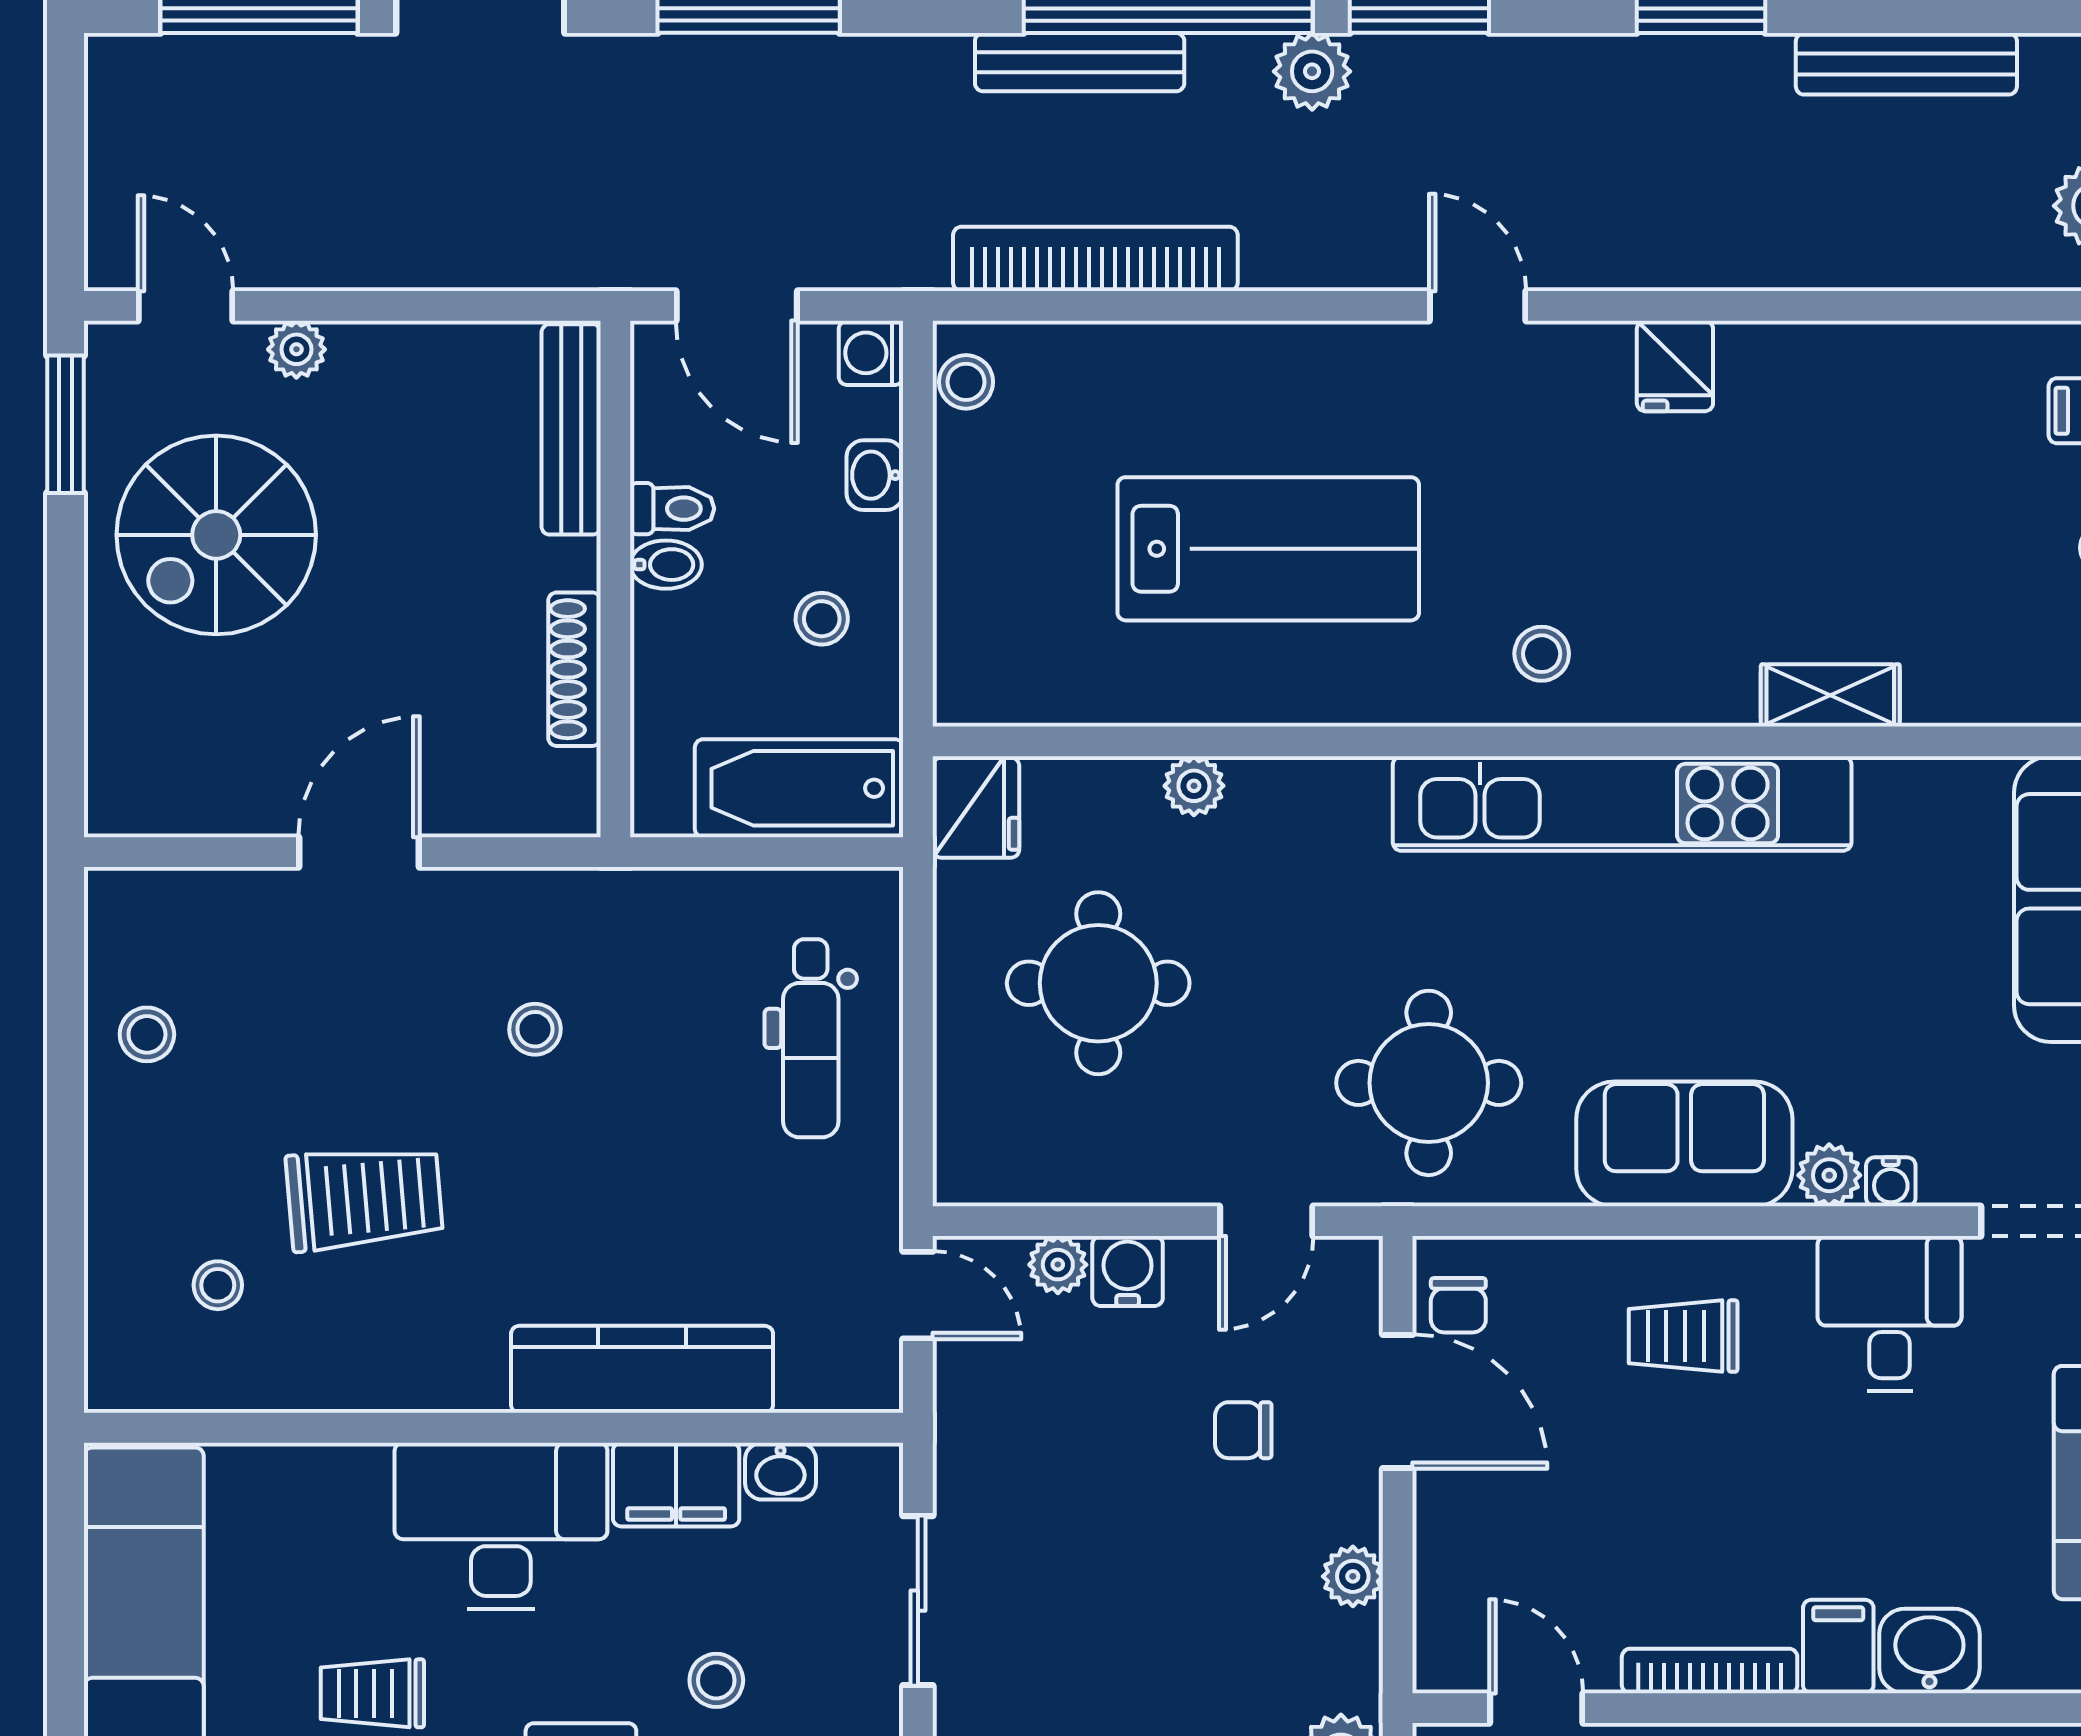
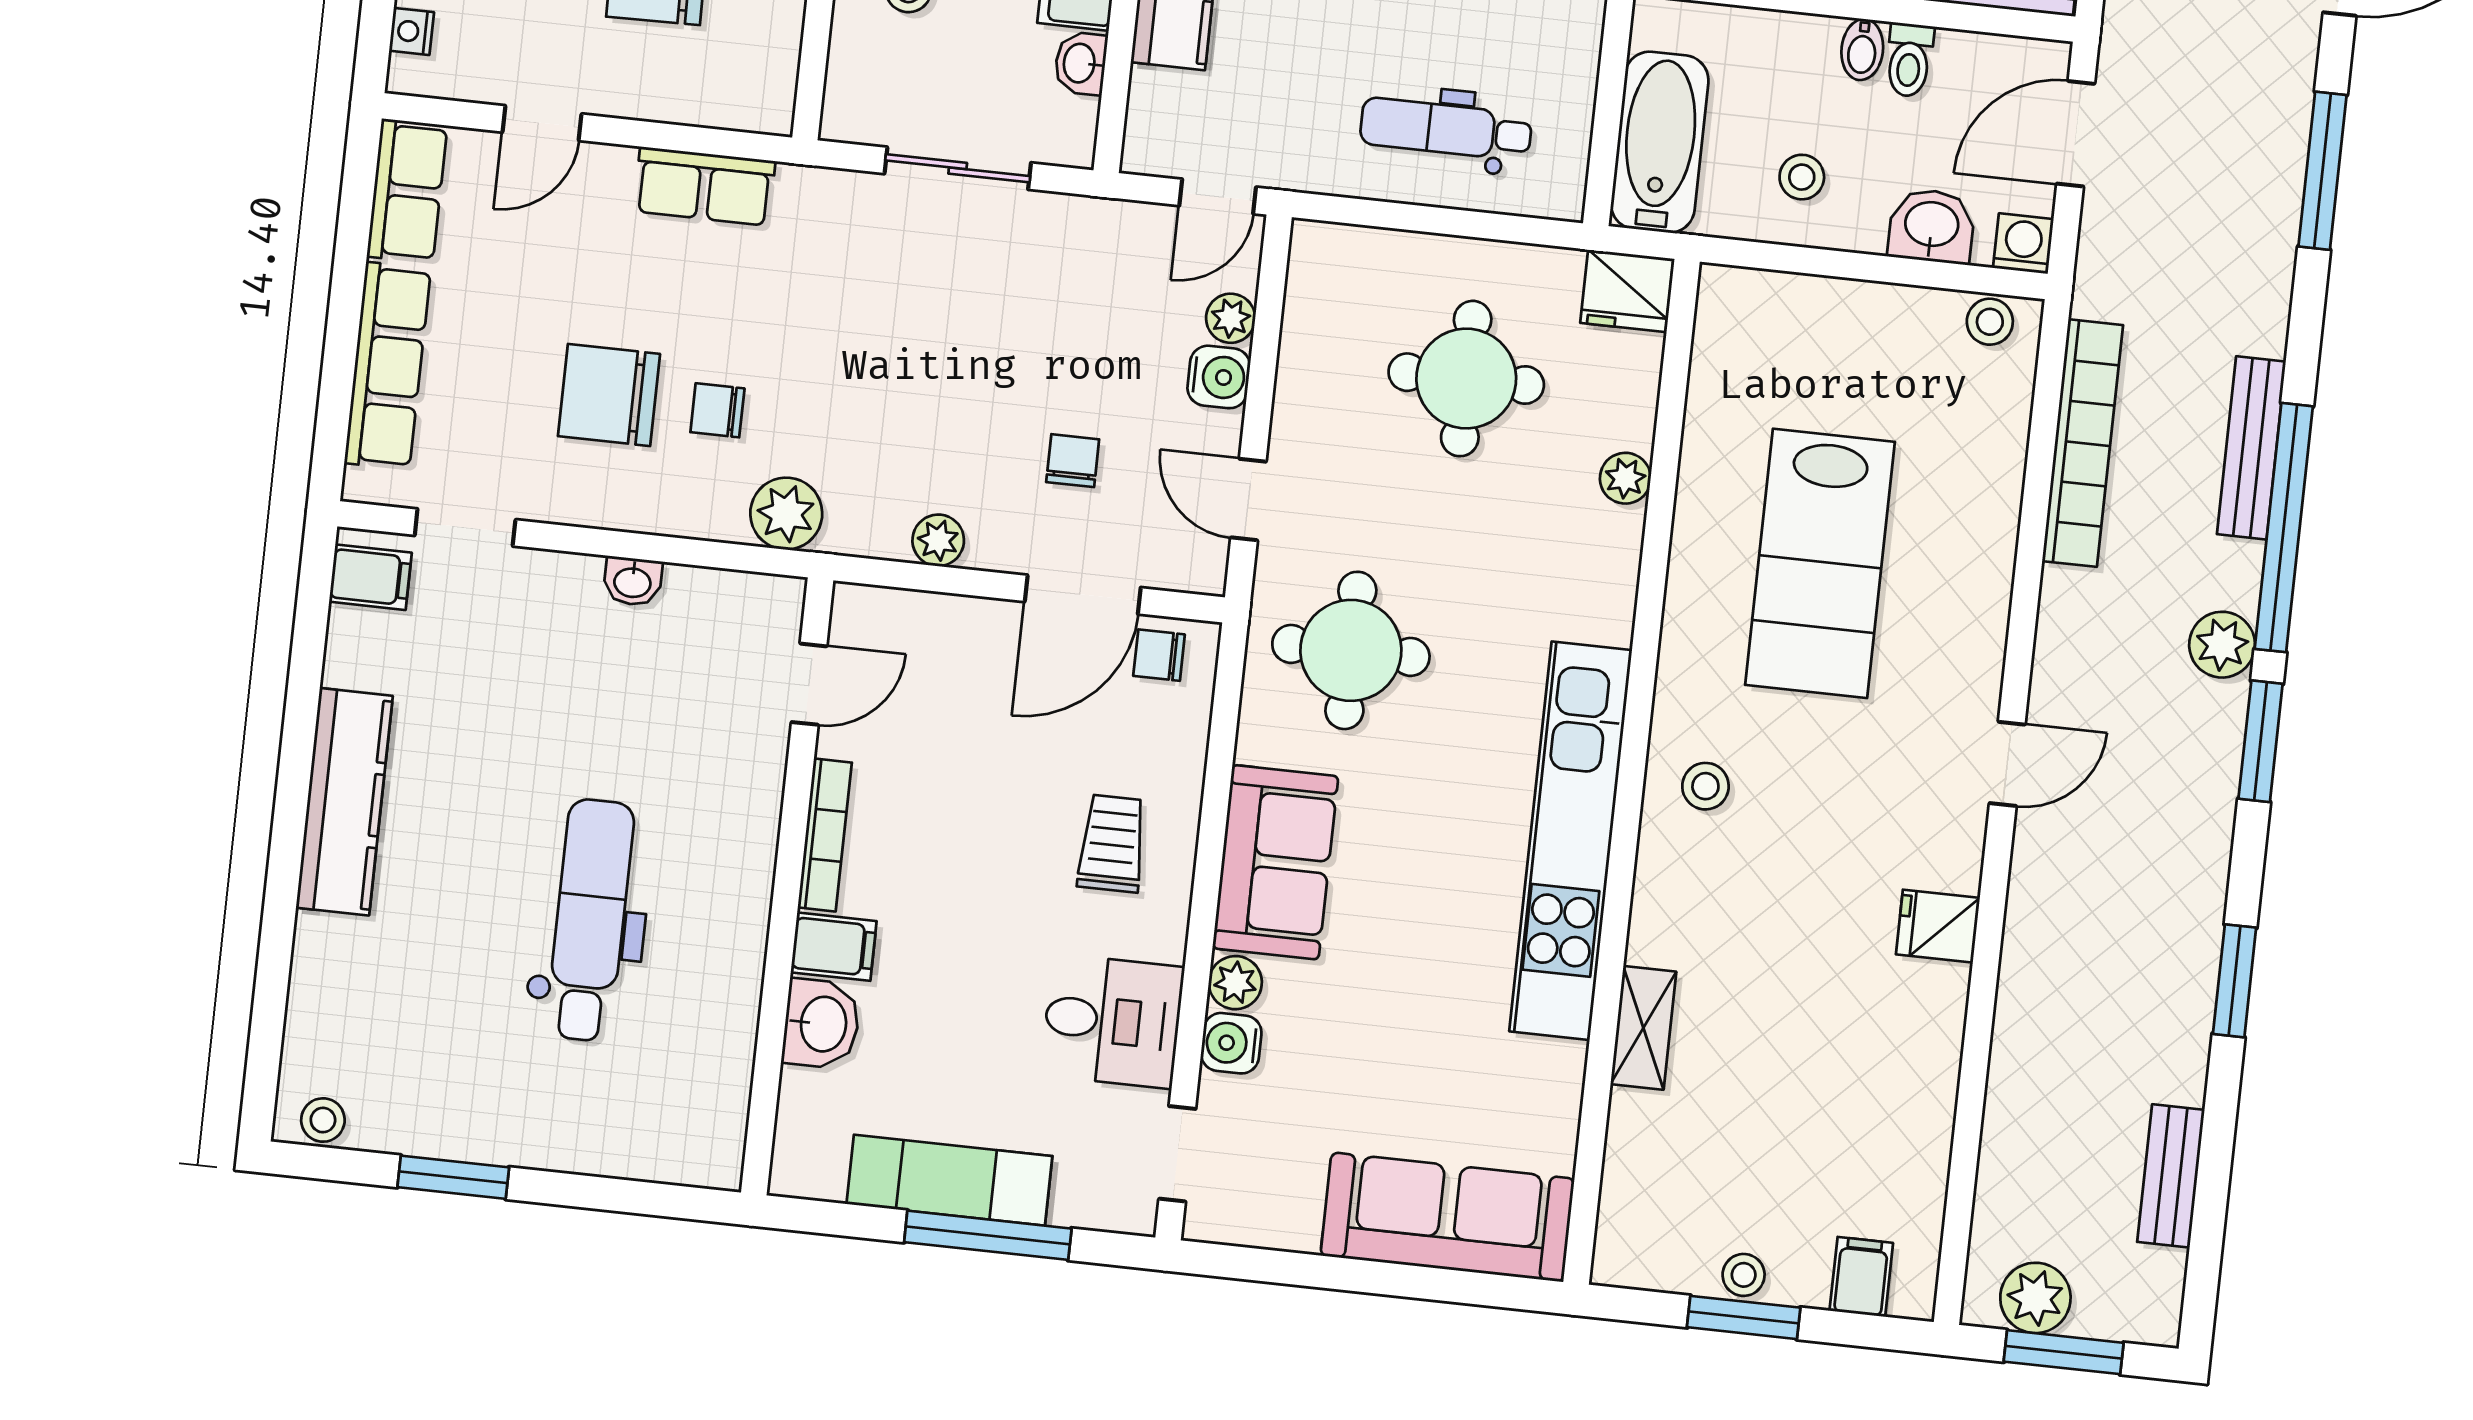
bench: (1906, 64) -> (2171, 1176), width x0.73
washbasin: (875, 475) -> (1932, 226), width x1.38, depth x1.45
water cooler: (1891, 1182) -> (1231, 1043), width x1.38, depth x1.38

